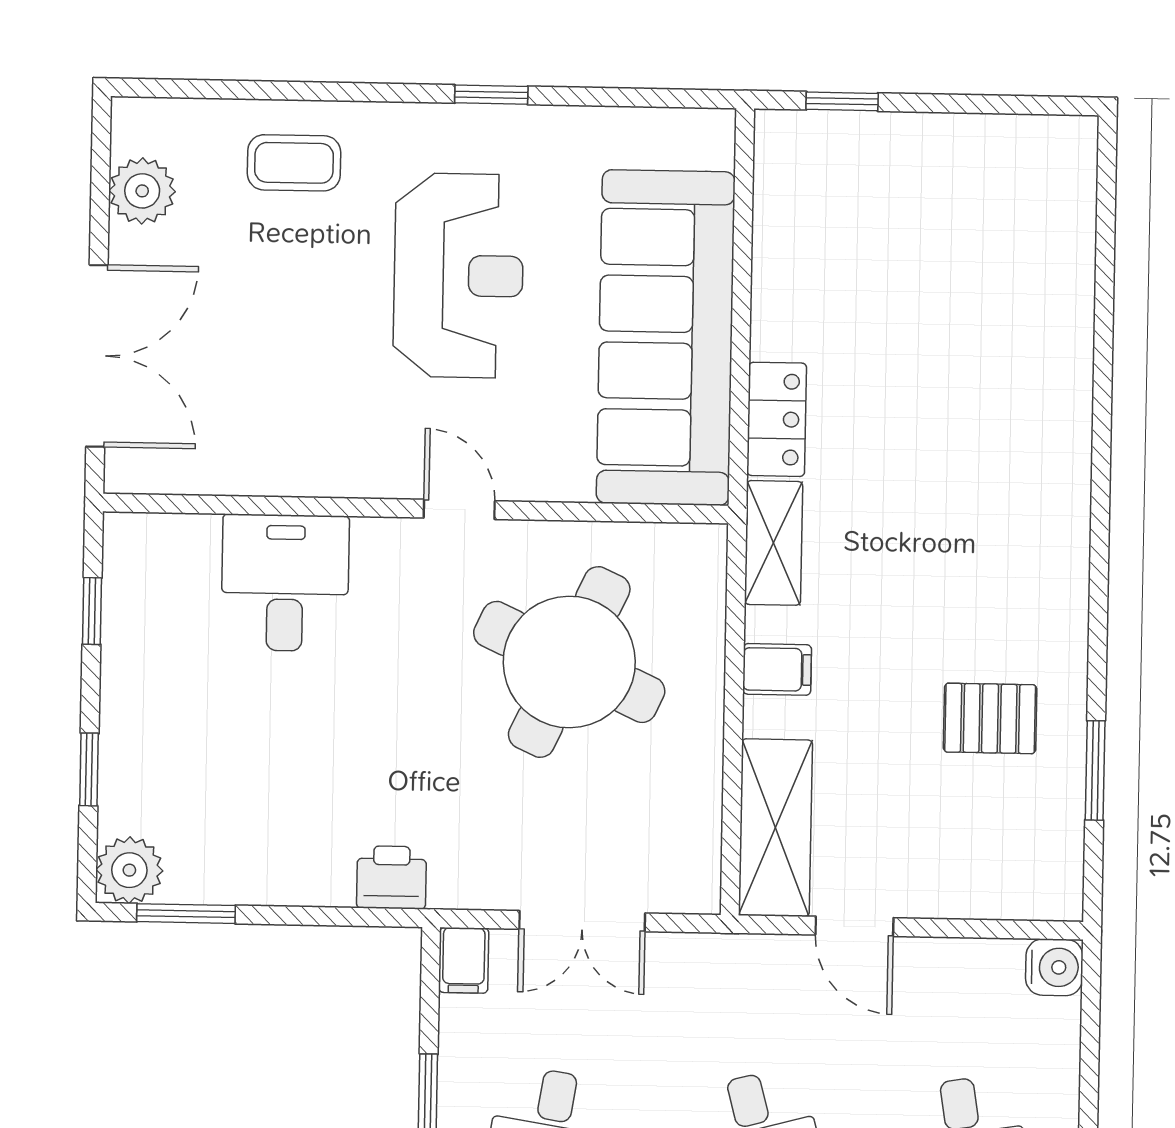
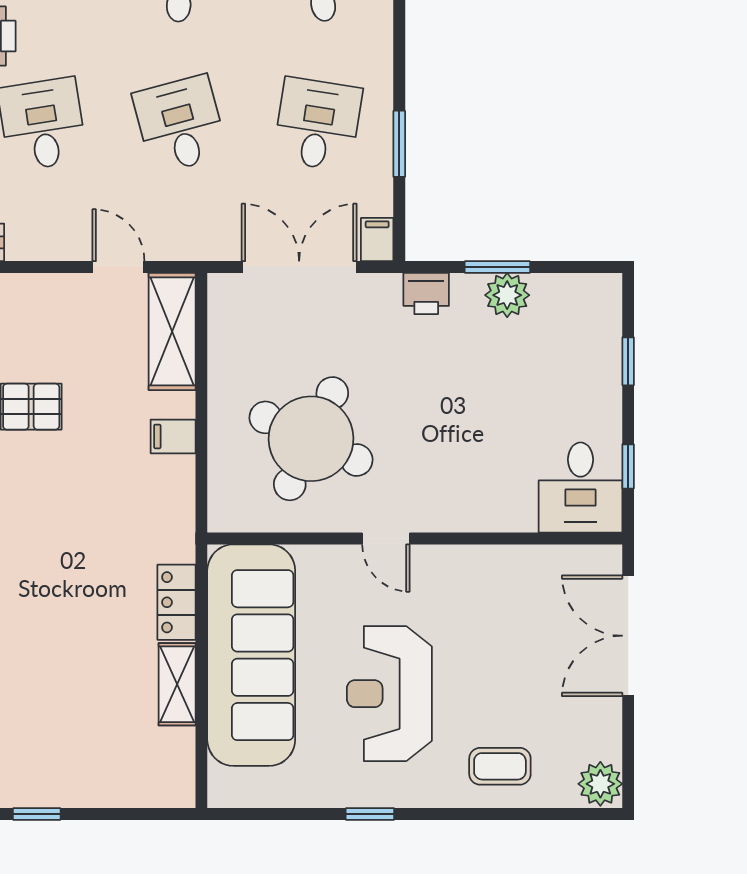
window: (842, 101) -> (37, 814), moved
plant: (142, 191) -> (600, 784), moved
shelving: (774, 543) -> (177, 684), moved
desk: (285, 583) -> (581, 488), moved
plant: (129, 870) -> (507, 295), moved
window: (186, 914) -> (497, 267), moved
double door: (582, 921) -> (299, 267), width x1.37

